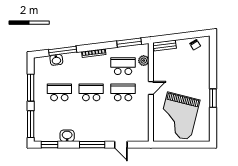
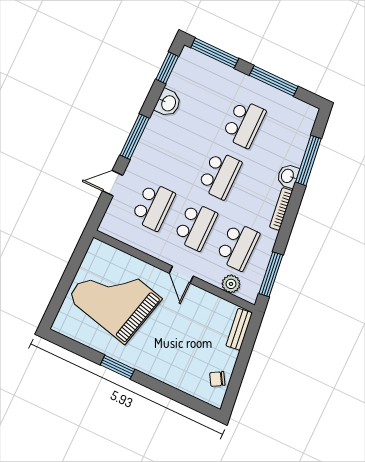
washbasin: (56, 60) -> (288, 176), moved
school desk: (123, 119) -> (153, 206), added

